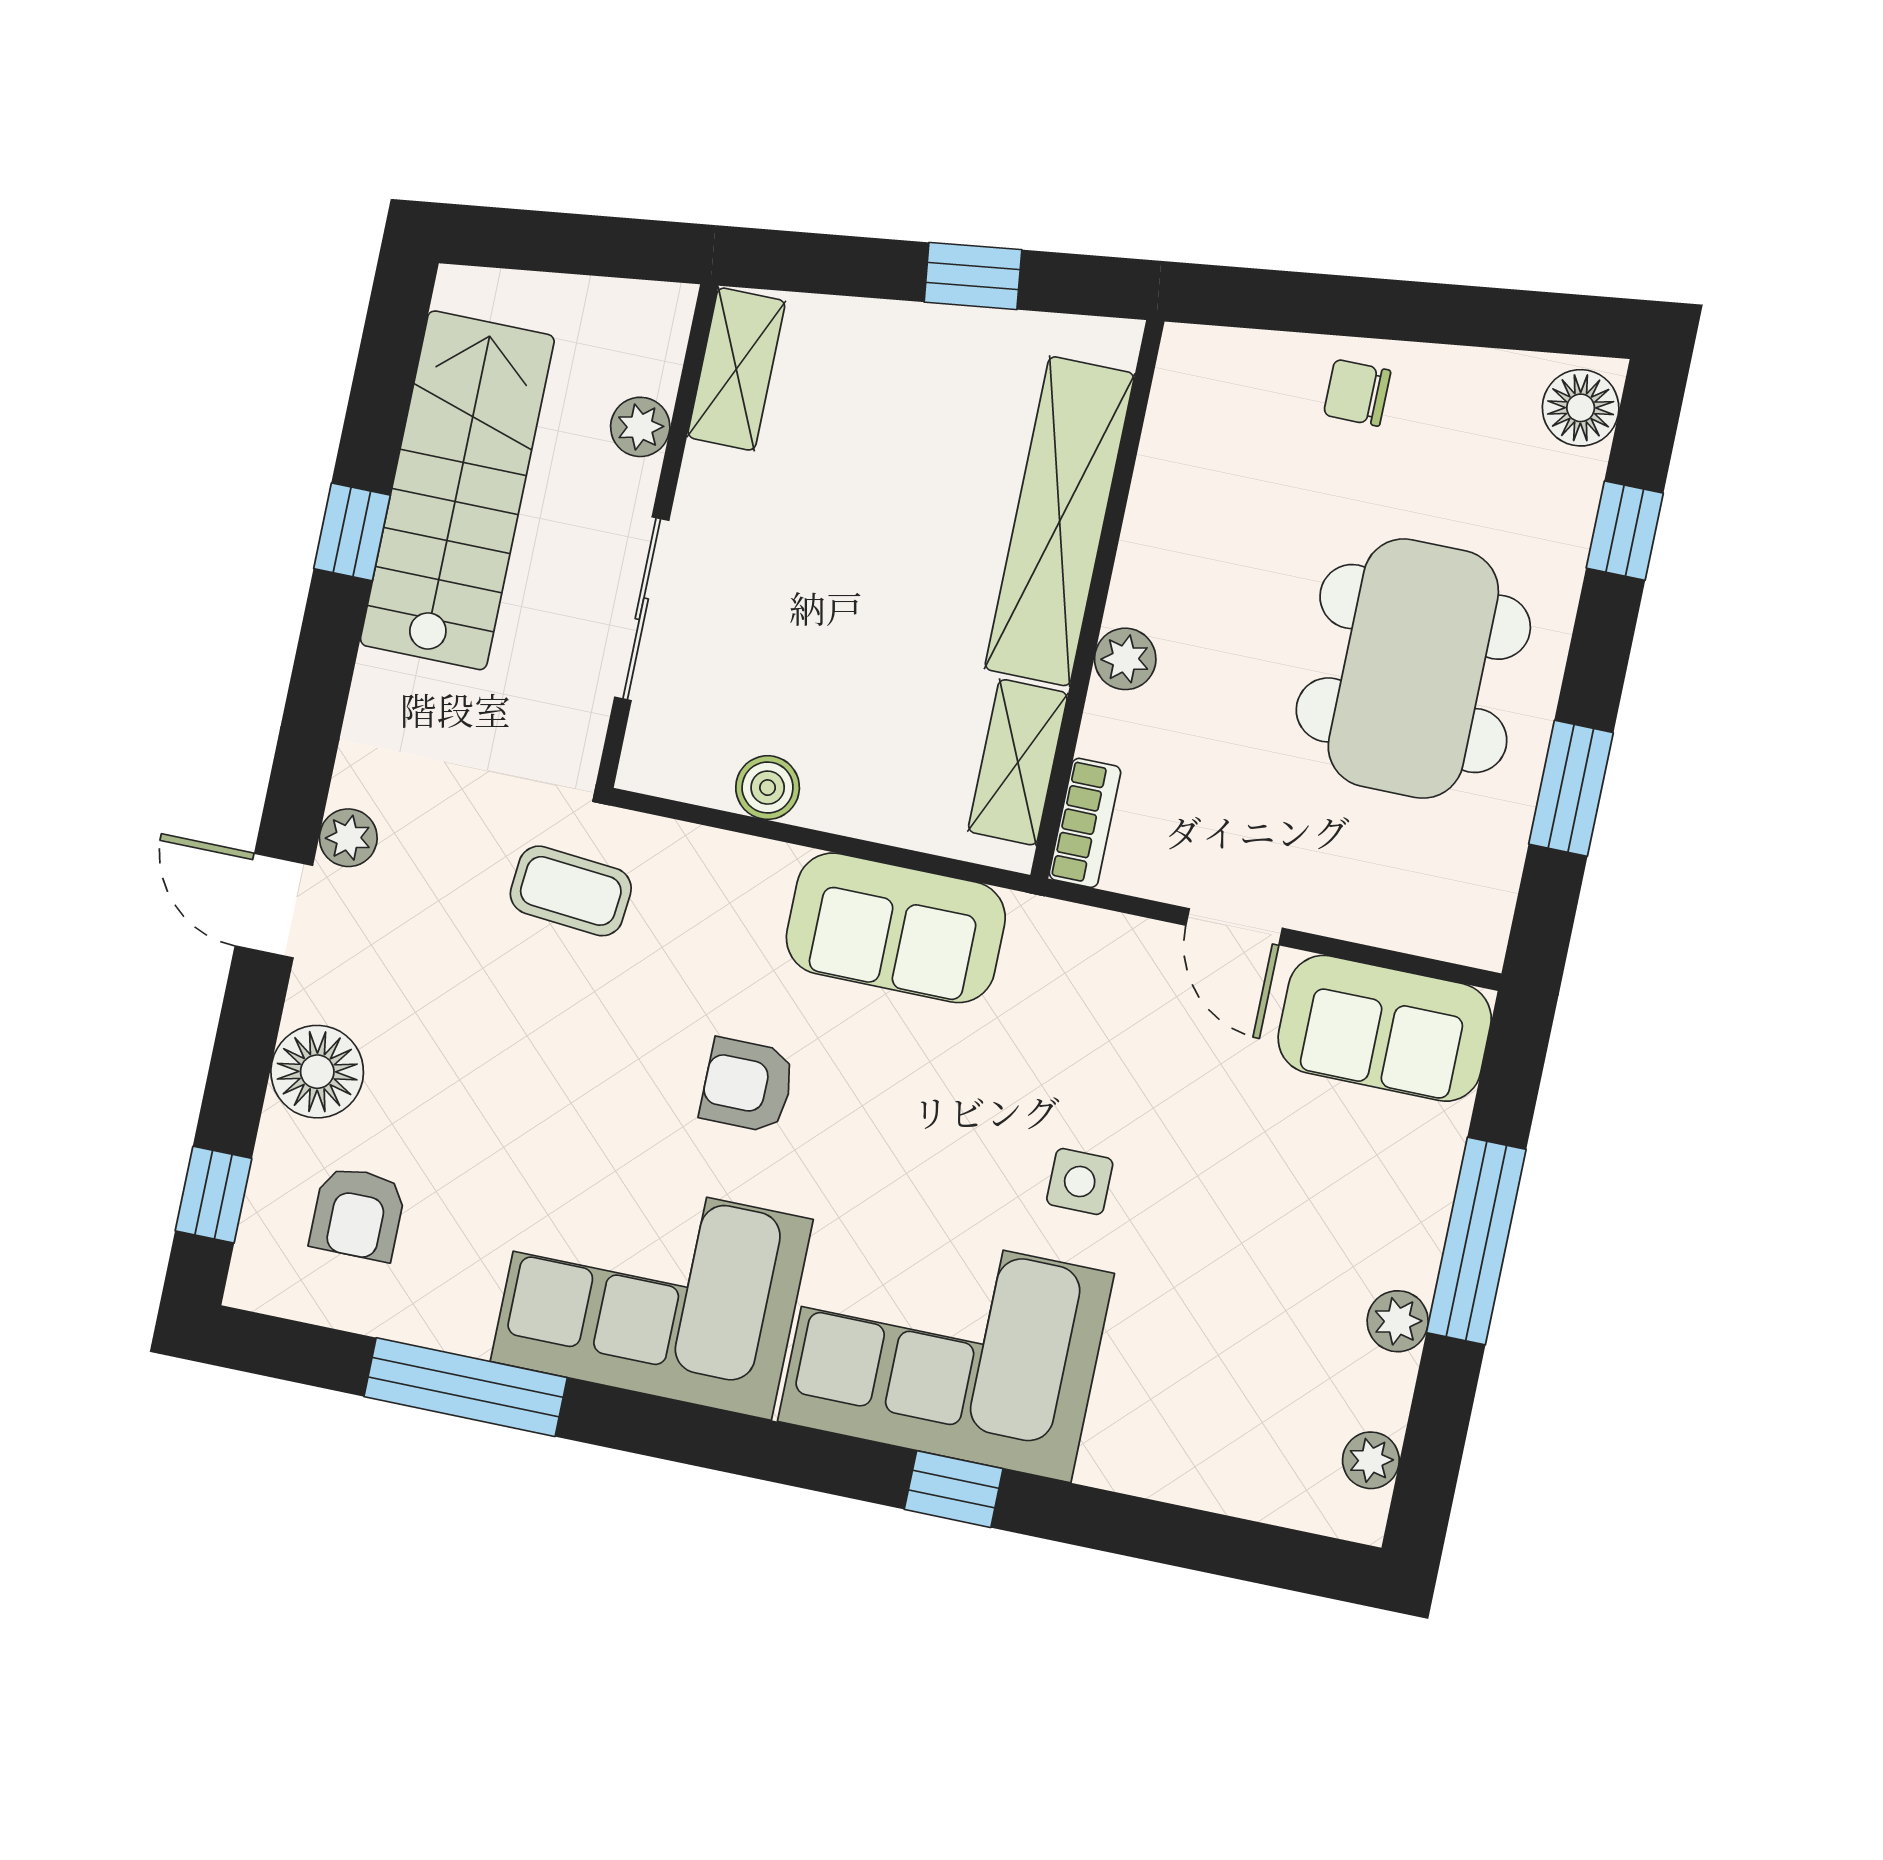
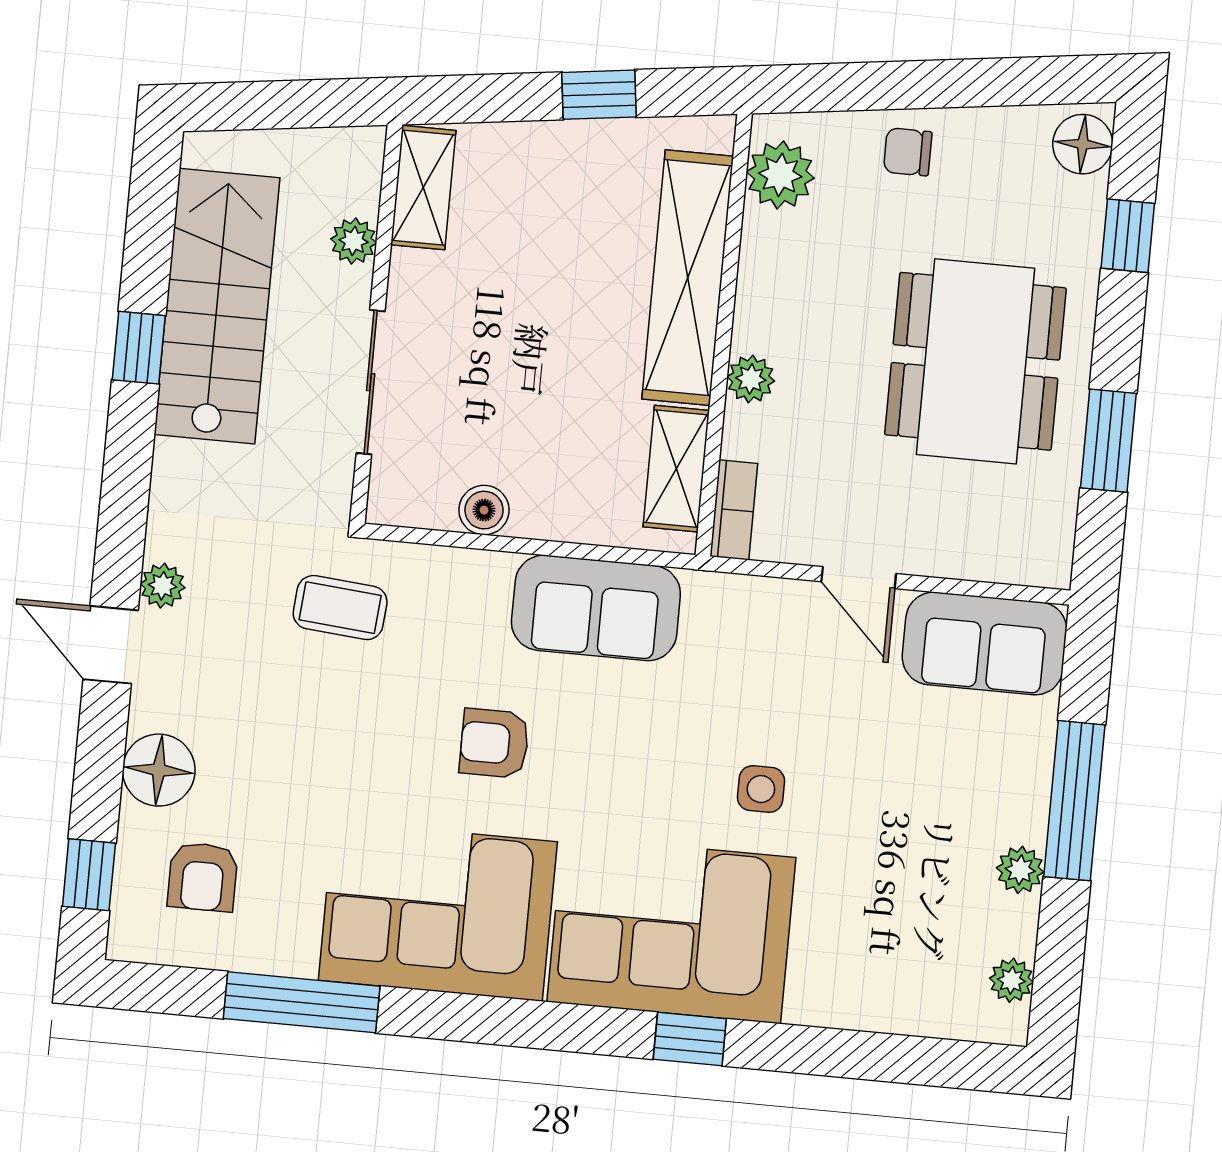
plant: (1192, 404) -> (780, 175), added

